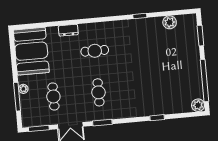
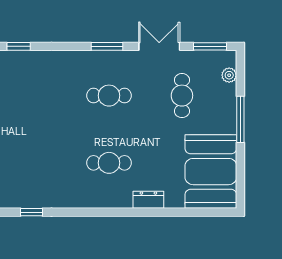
plant: (23, 89) -> (229, 75), moved
cafe table: (98, 92) -> (109, 96), turned 90
window: (17, 97) -> (240, 119), moved

